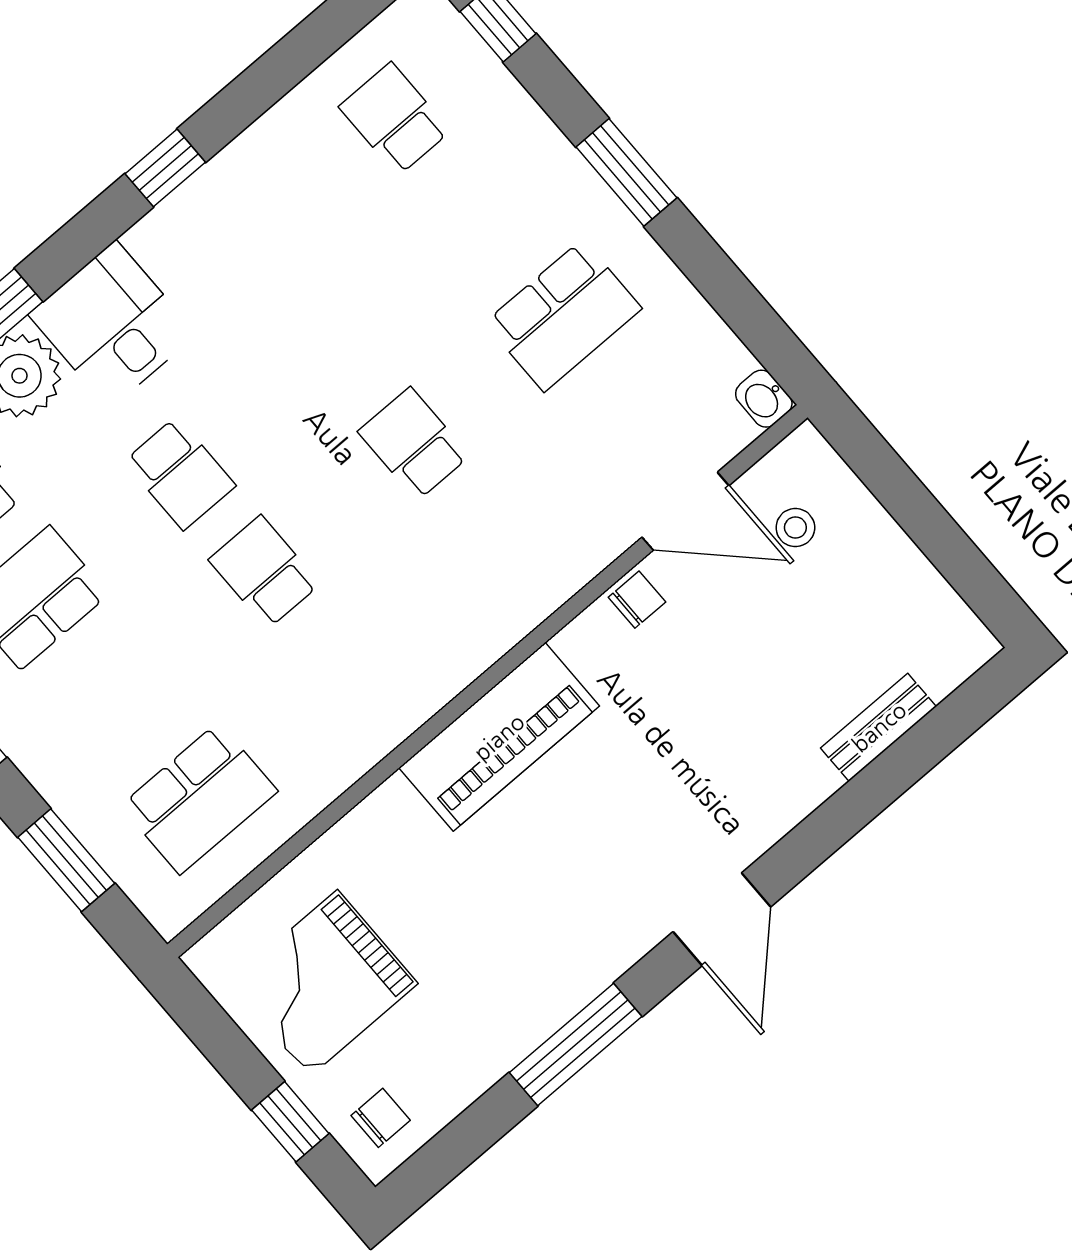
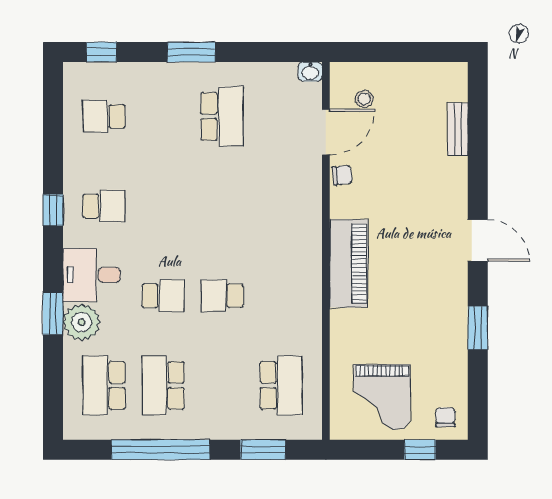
school desk: (414, 444) -> (104, 206), moved, turned 180
chair: (637, 600) -> (342, 175), turned 84
window: (576, 1044) -> (478, 328), width x0.69

